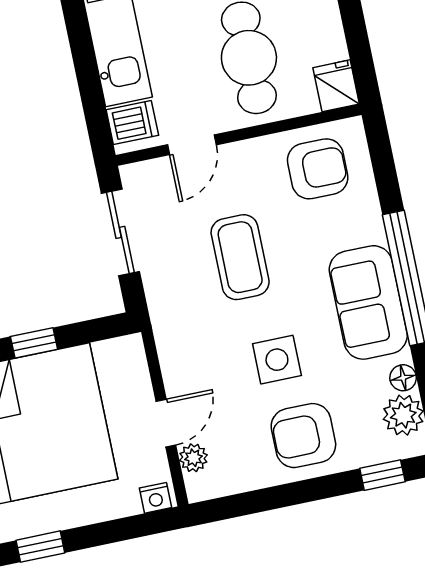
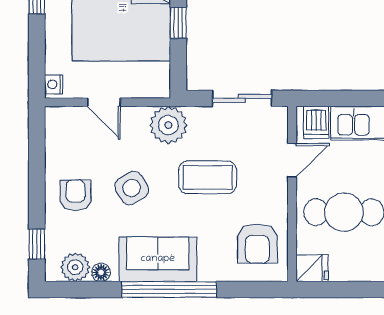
door: (192, 145) -> (292, 160), swing flipped
side table: (277, 360) -> (132, 188), turned -31
armchair: (303, 436) -> (75, 195), width x0.72, depth x0.72
plant: (193, 458) -> (168, 125), moved, width x1.88, depth x1.88

